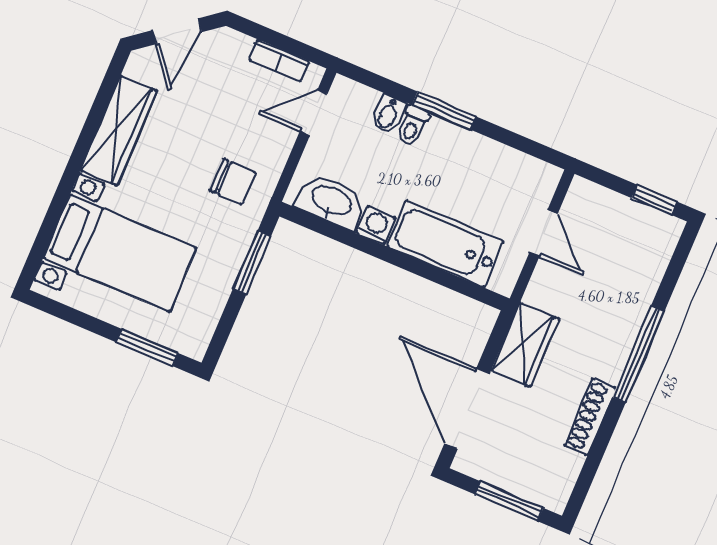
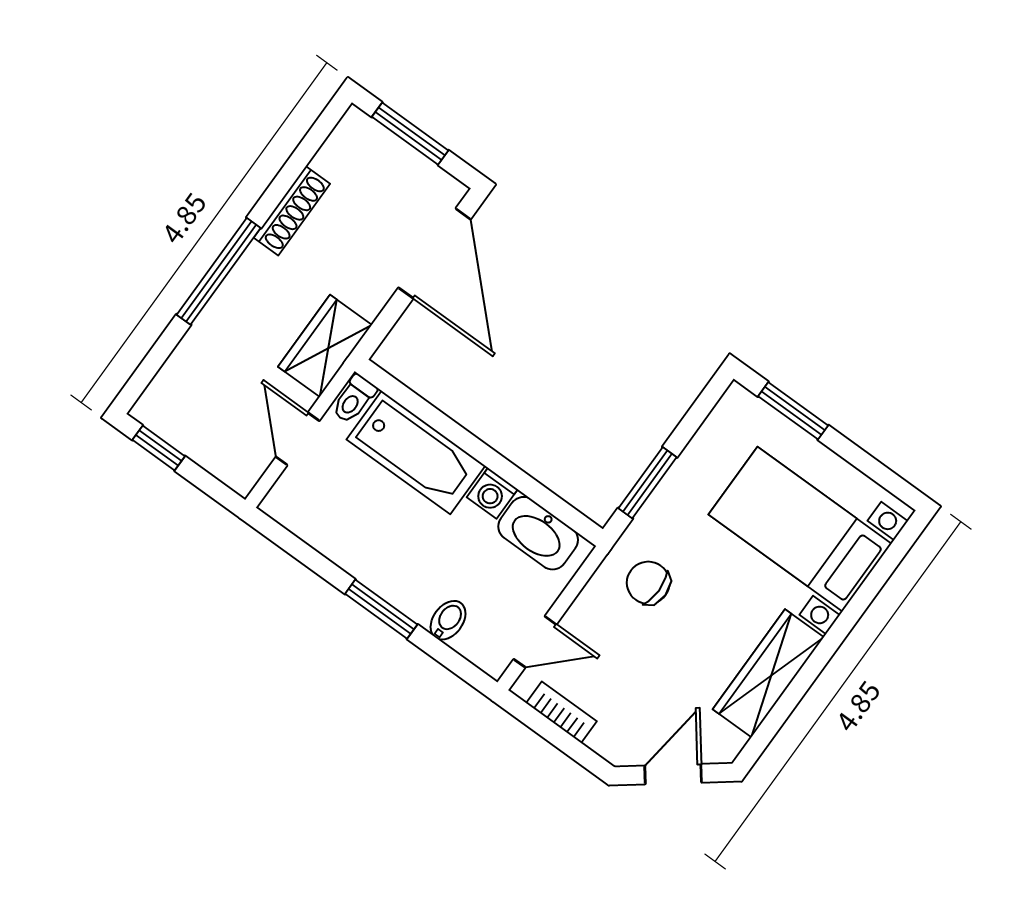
toilet: (412, 126) -> (354, 399), moved, turned 180
wardrobe: (525, 345) -> (325, 346), moved

